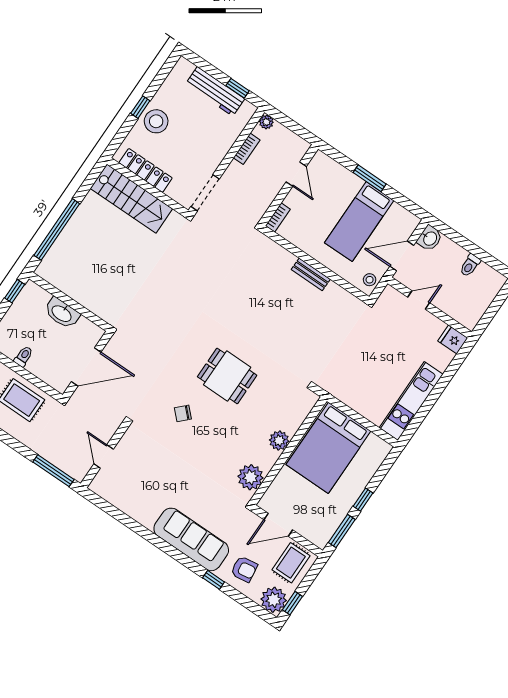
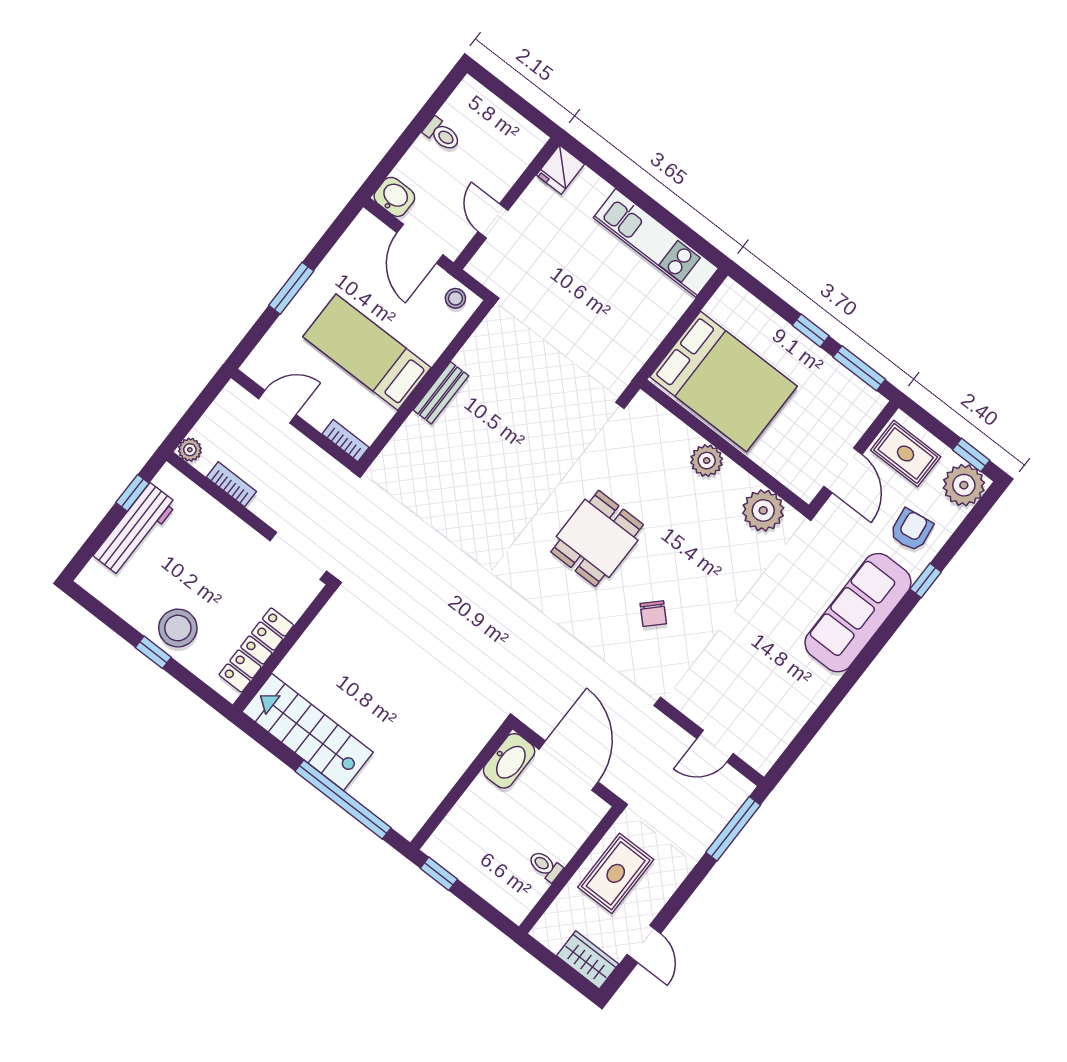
stairs: (131, 199) -> (308, 732), moved, turned -90
bed: (359, 222) -> (367, 352), moved, turned 180
washbasin: (62, 313) -> (509, 761), moved

